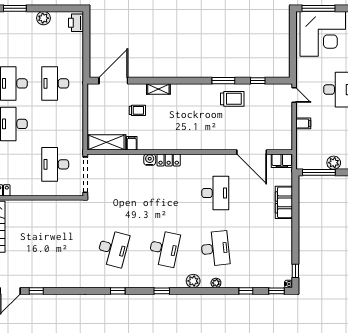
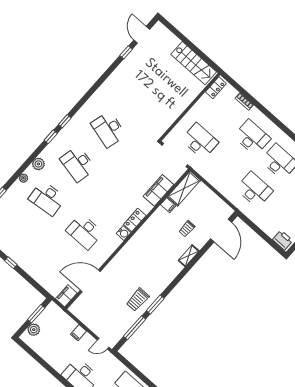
window: (258, 81) -> (135, 328), width x2.17
water cooler: (150, 160) -> (124, 233), moved
window: (319, 172) -> (36, 314), width x0.69
filing cabinet: (284, 202) -> (158, 190), moved, turned -90
window: (295, 231) -> (11, 263), added
window: (118, 291) -> (65, 121), moved

